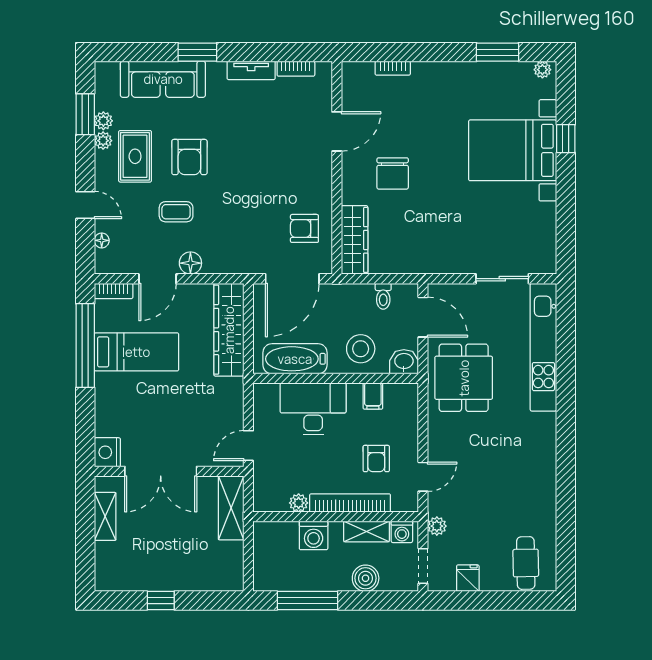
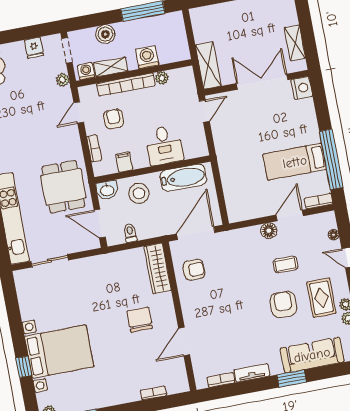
wardrobe: (229, 330) -> (233, 189), removed
desk: (313, 409) -> (164, 145), width x0.73
bookcase: (411, 423) -> (94, 148), added

